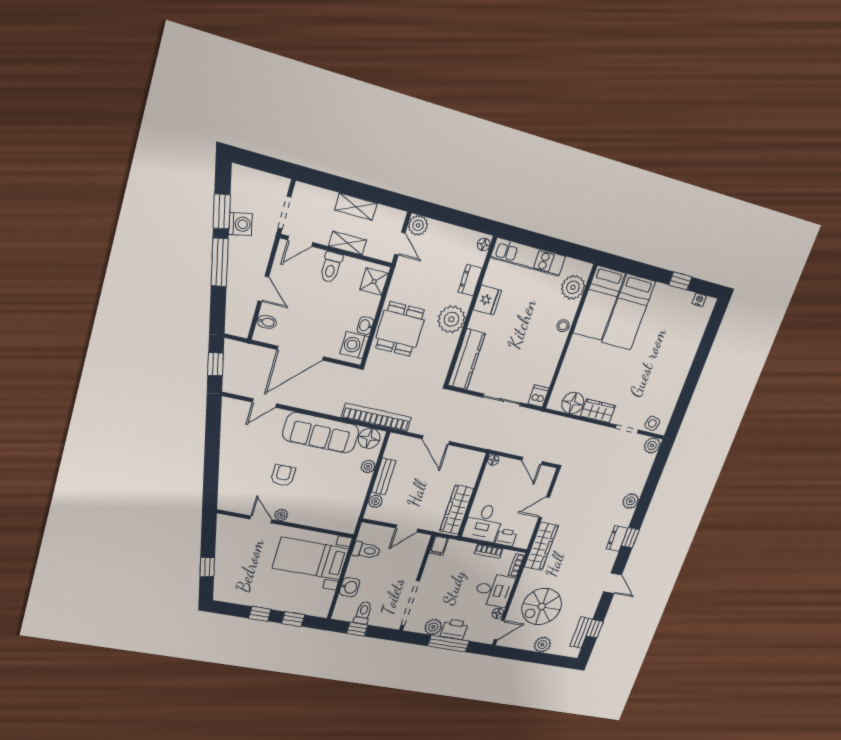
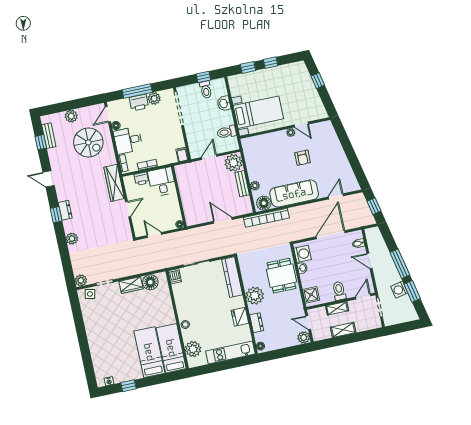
plant: (376, 501) -> (233, 163), width x1.87, depth x1.87
wardrobe: (457, 510) -> (184, 183), removed
spiral stairs: (542, 607) -> (88, 142), turned 90

